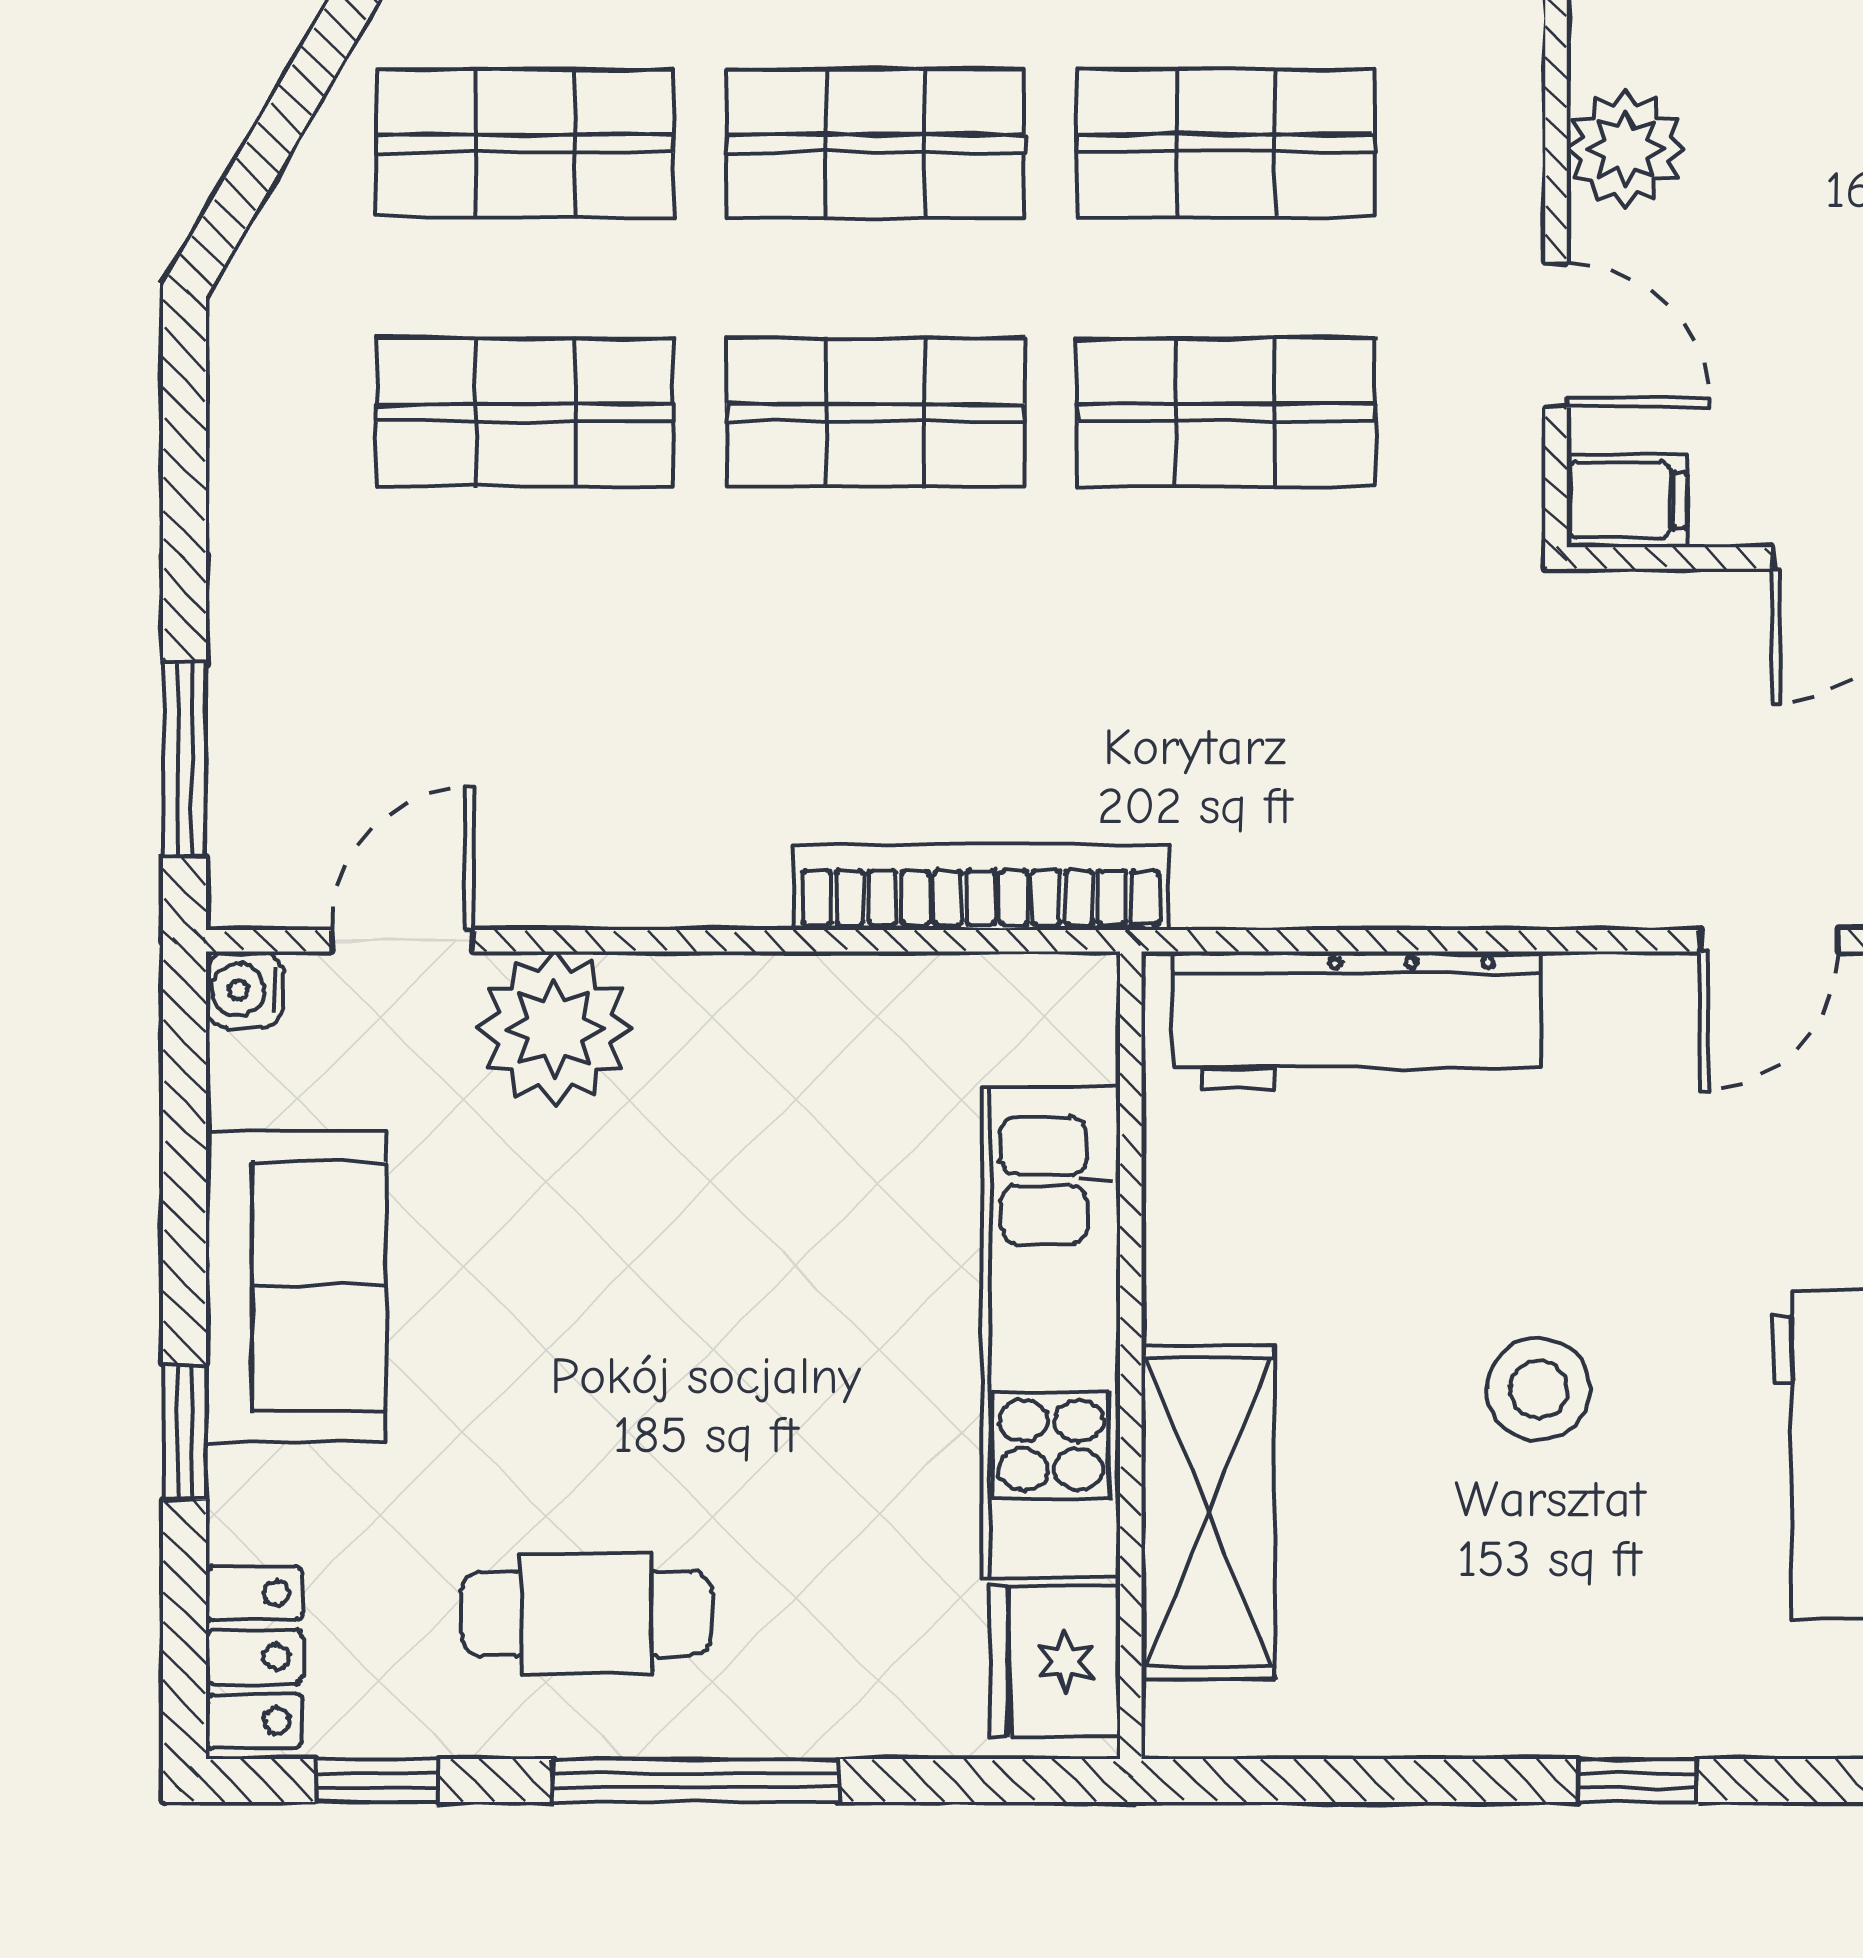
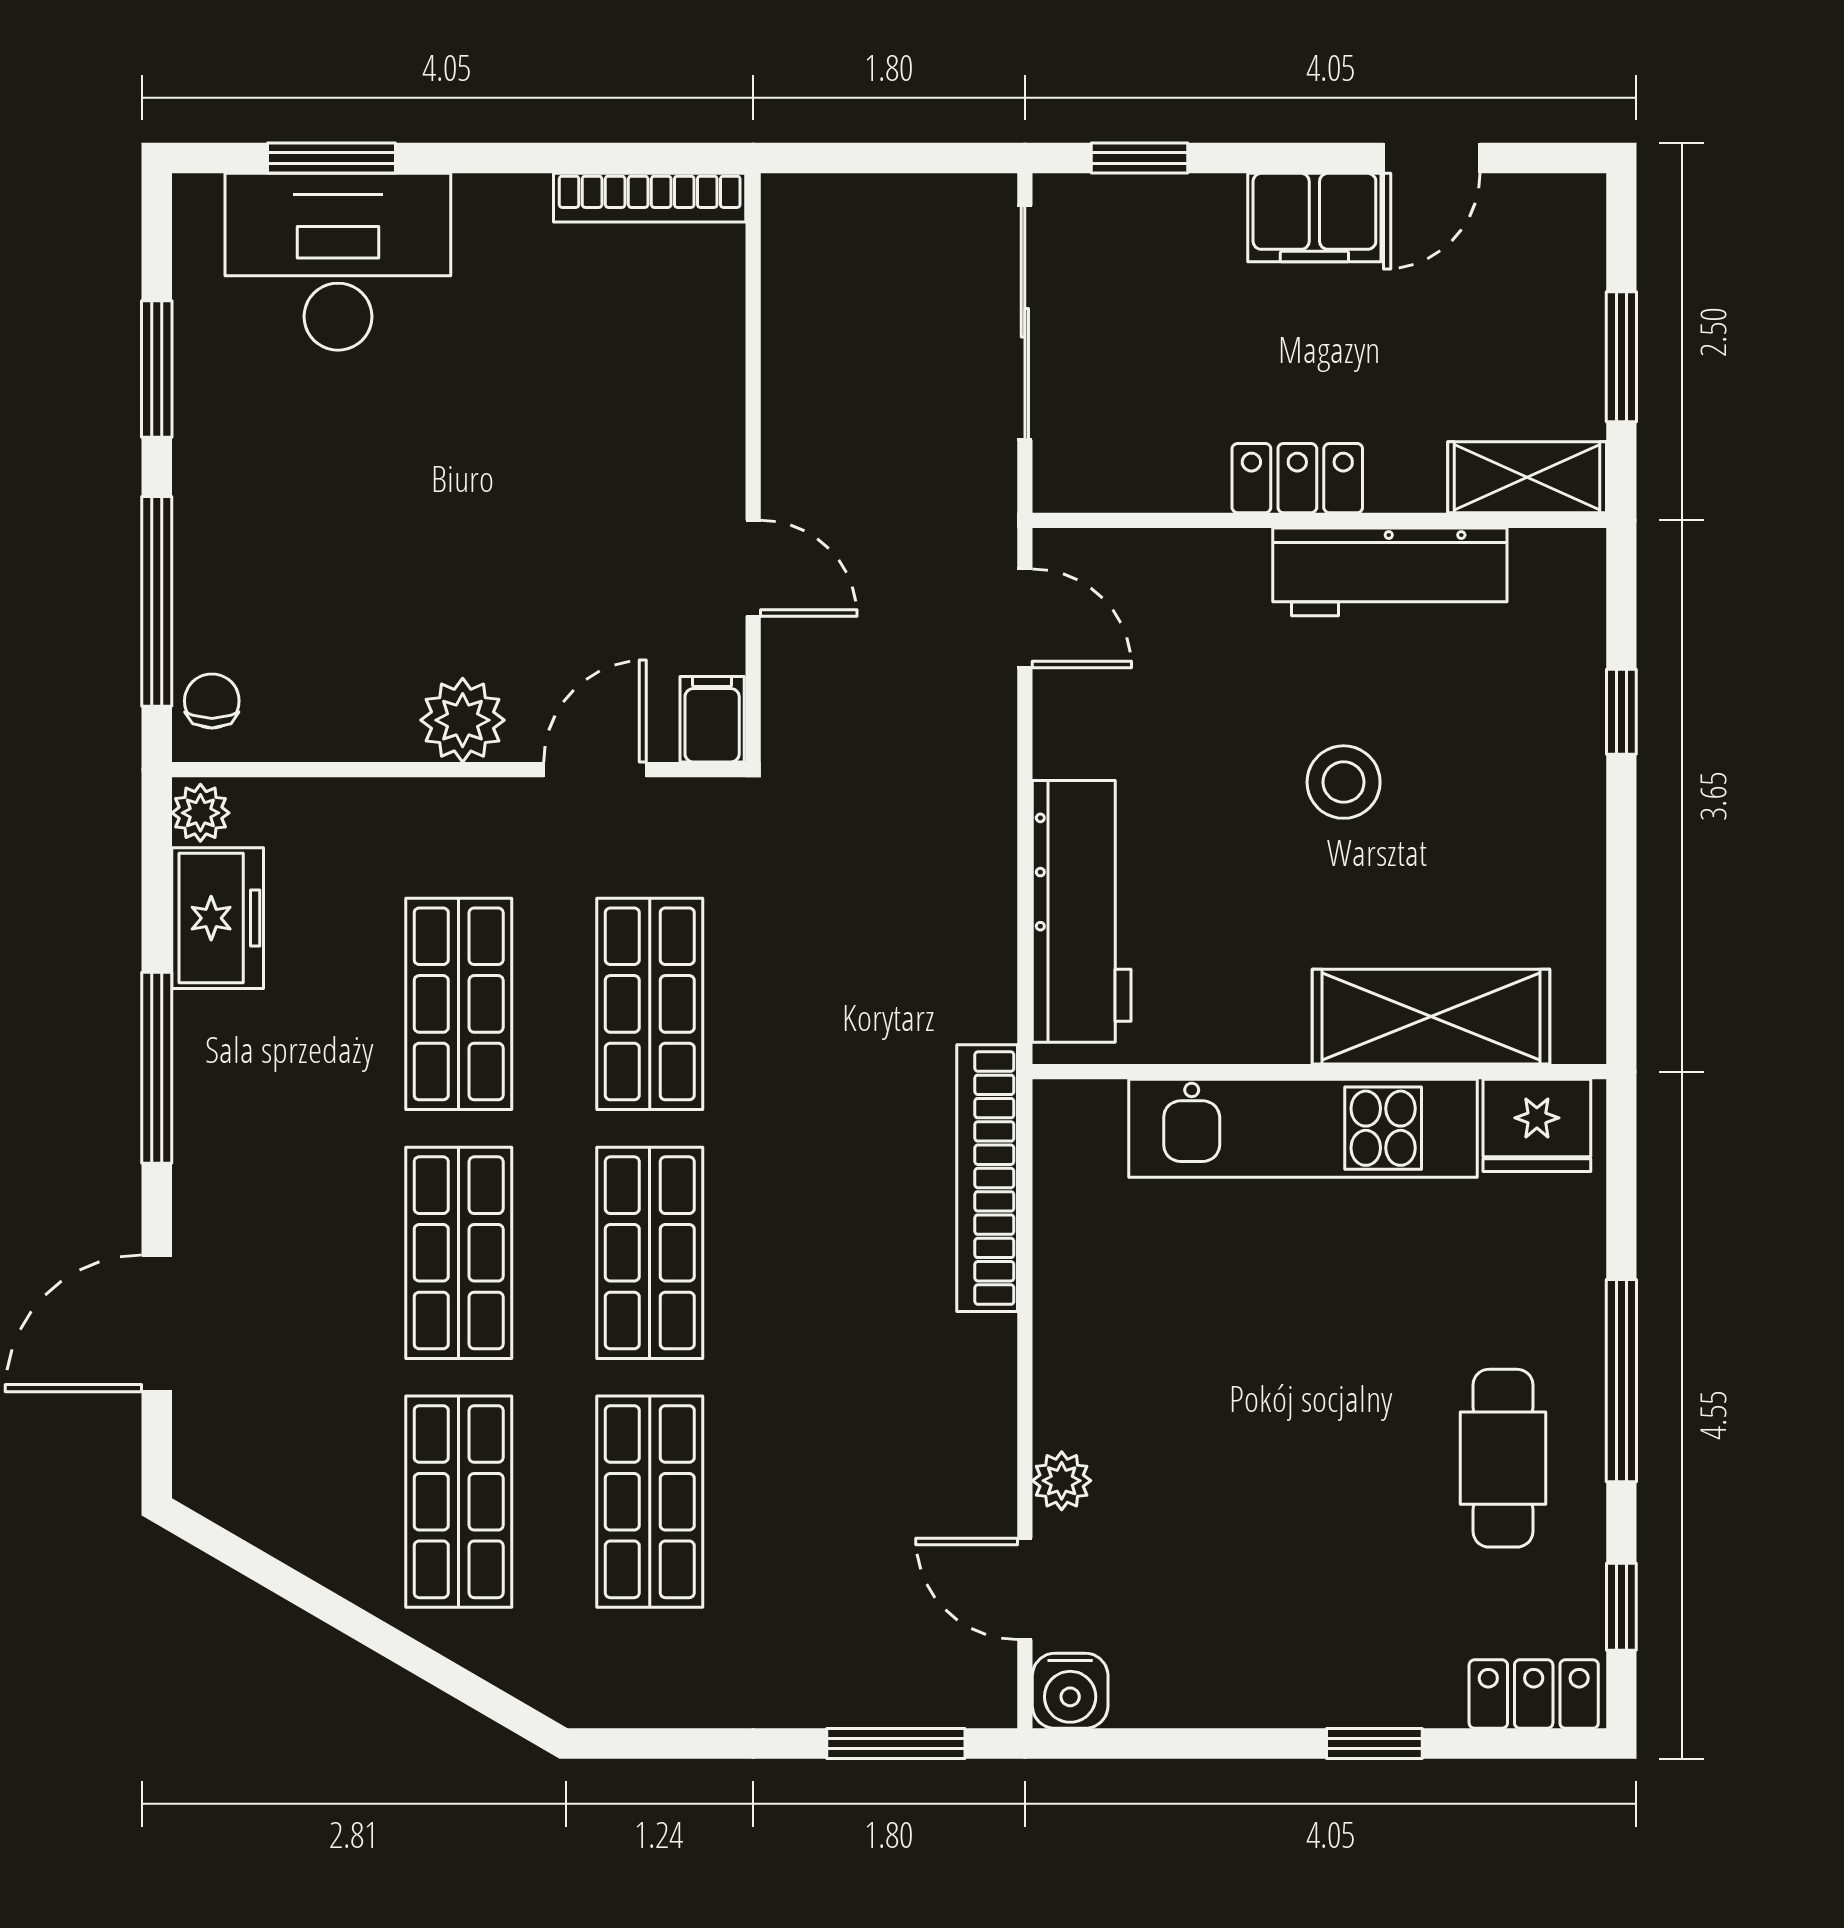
water cooler: (244, 990) -> (1070, 1691), width x1.38, depth x1.38
plant: (555, 1028) -> (1062, 1481), width x0.53, depth x0.53
sofa: (296, 1286) -> (1270, 1665), removed

